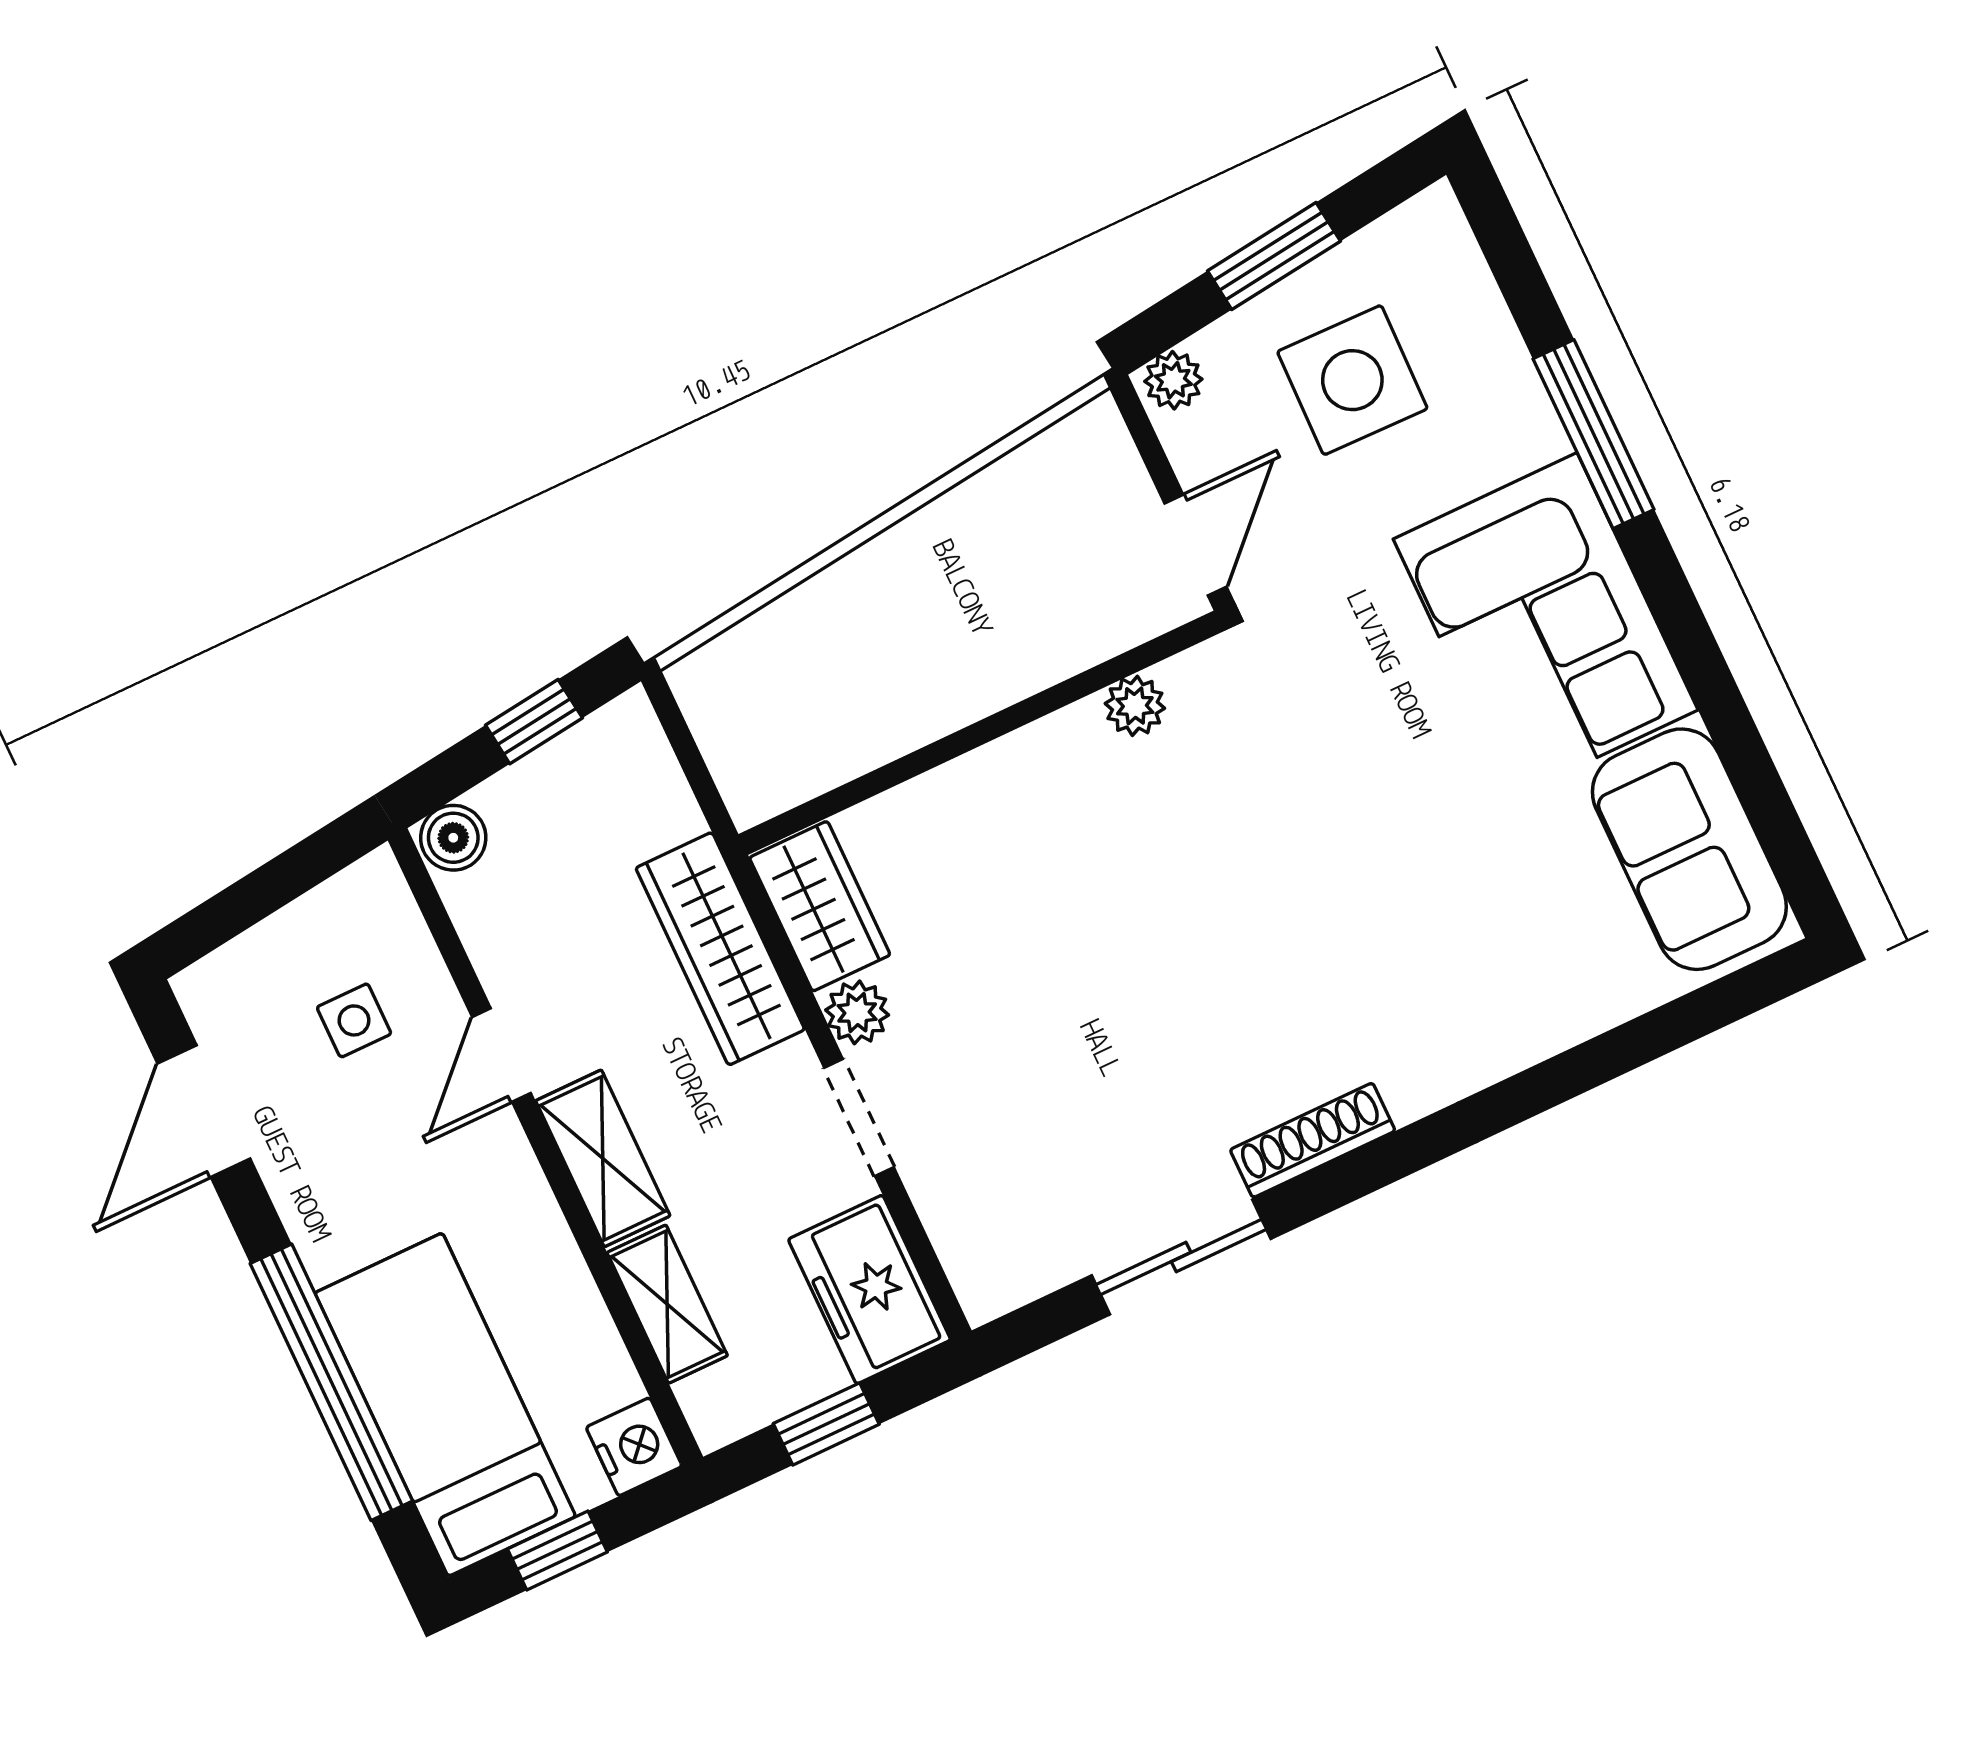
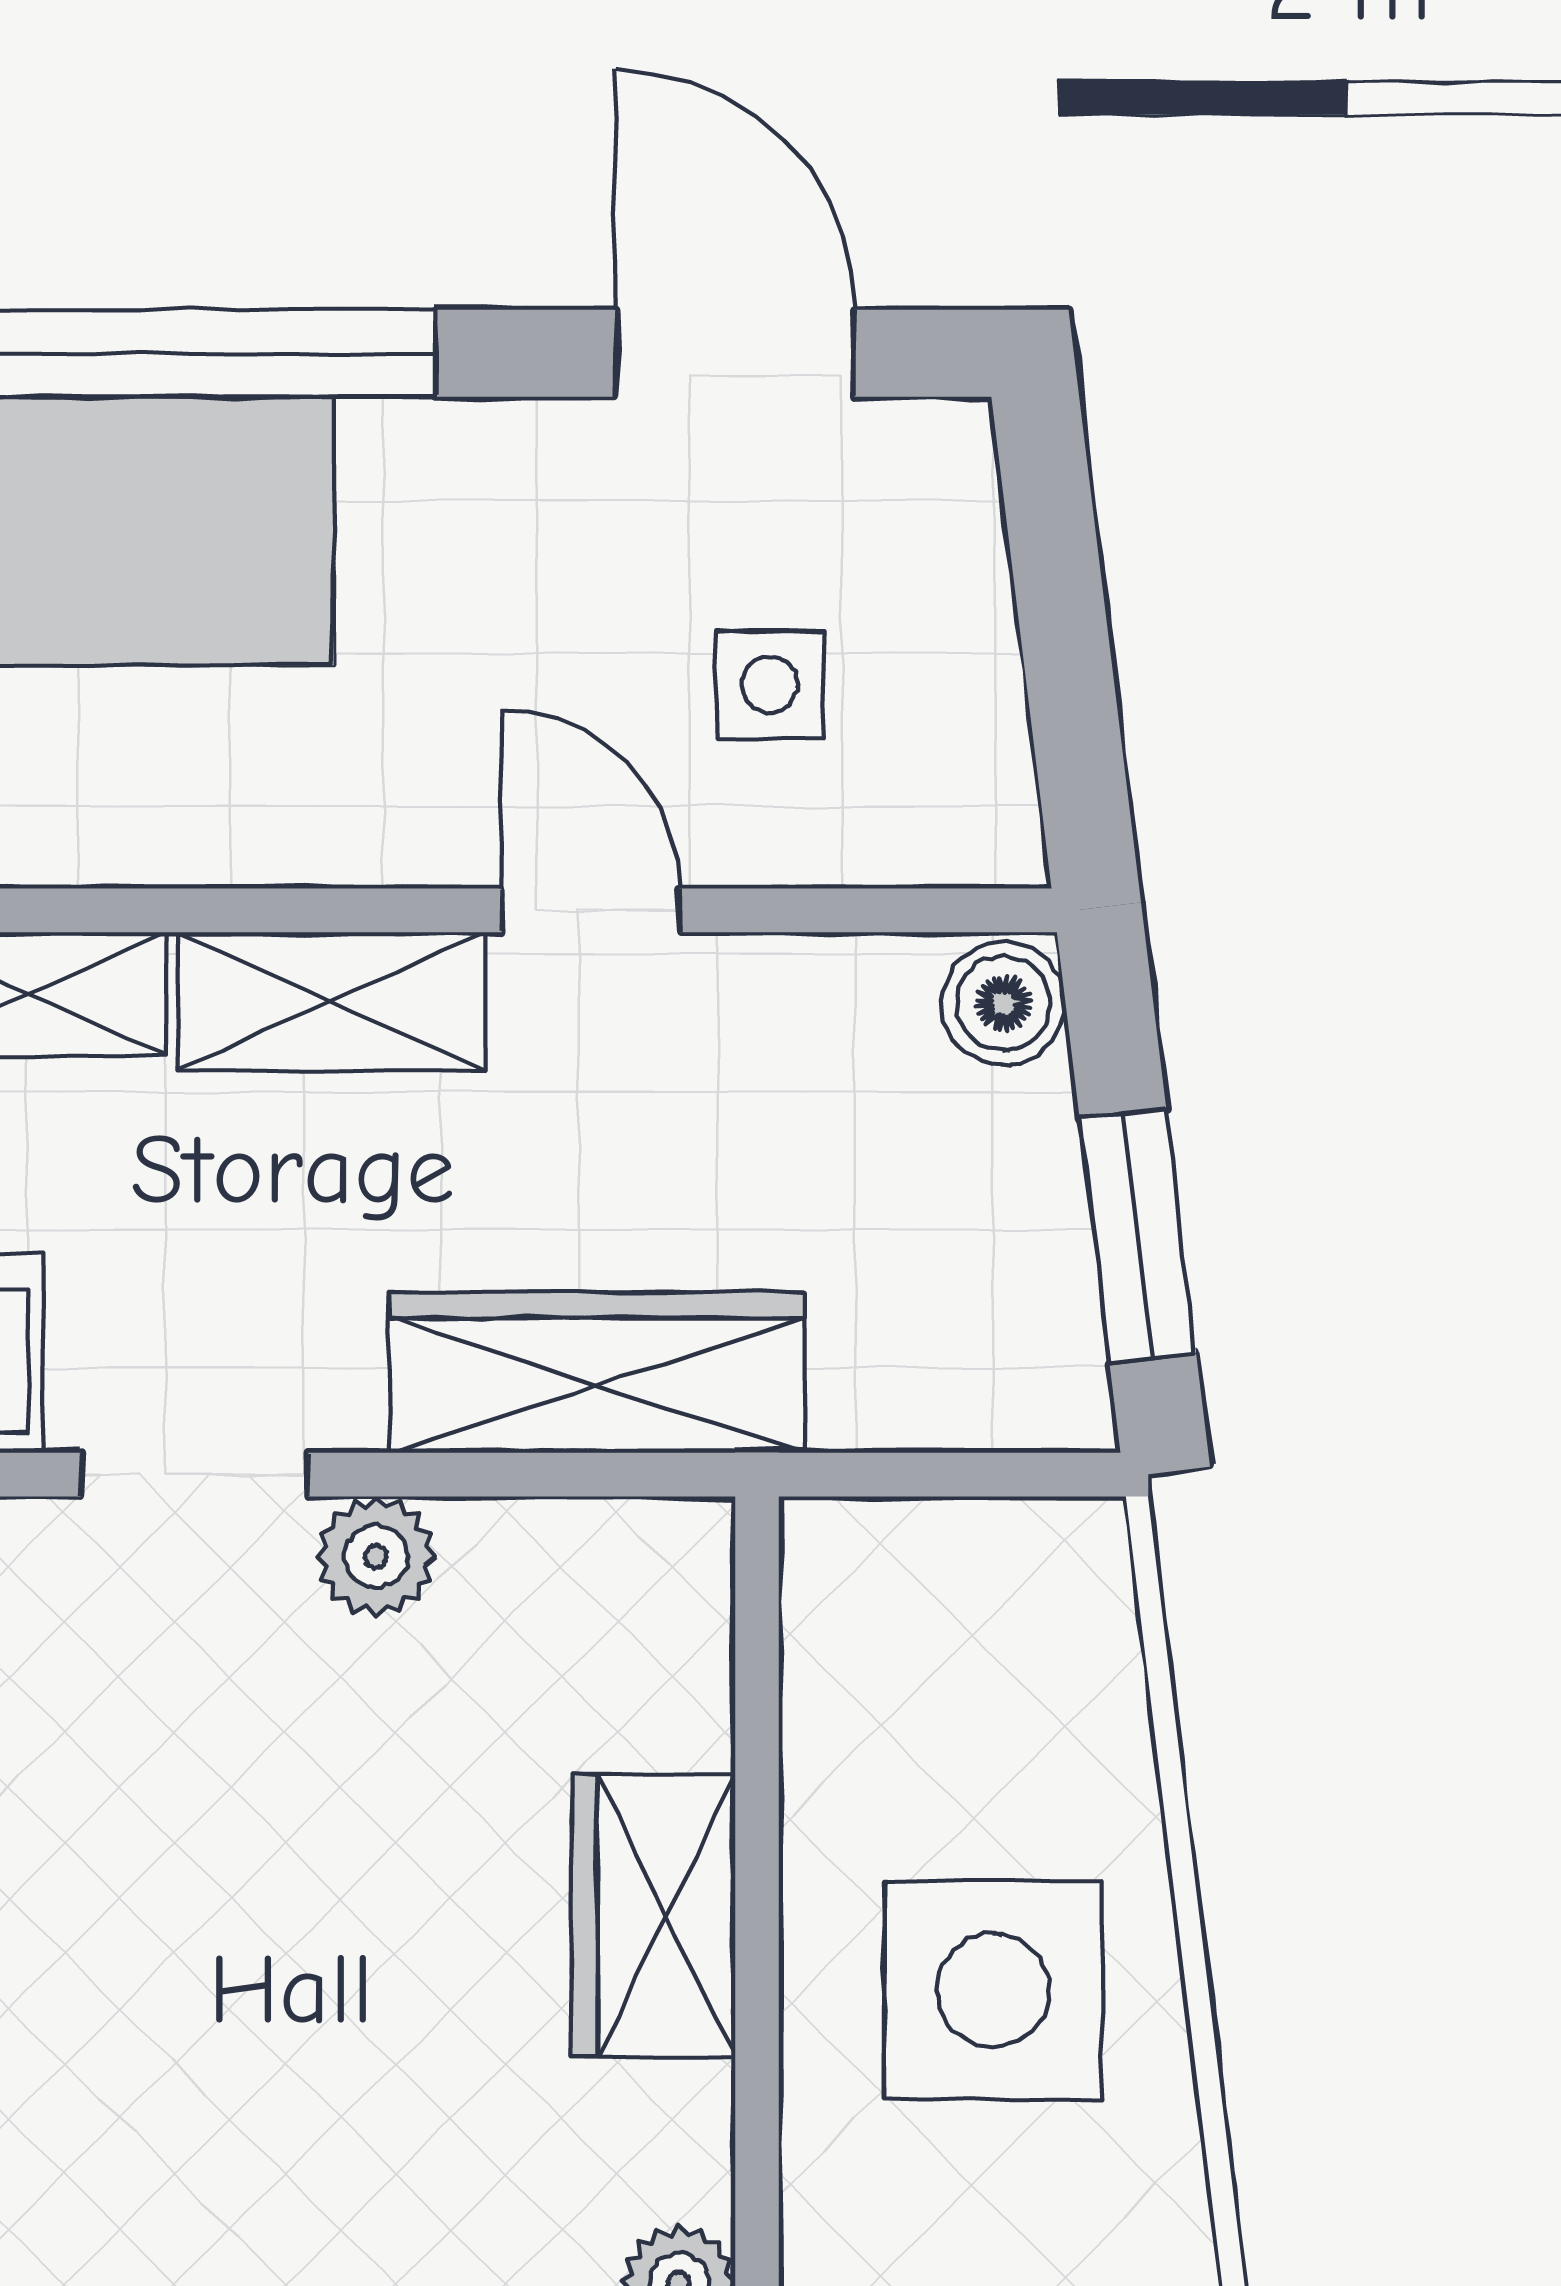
side table: (925, 622) -> (993, 1990), added
window: (534, 722) -> (1138, 1236), width x1.50
wardrobe: (820, 906) -> (653, 1916), moved, turned 90

